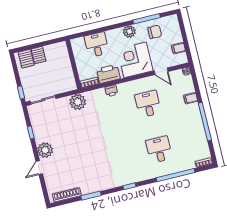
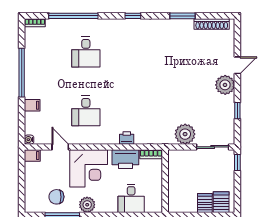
filing cabinet: (179, 48) -> (32, 156), moved
plant: (78, 102) -> (185, 134), moved

